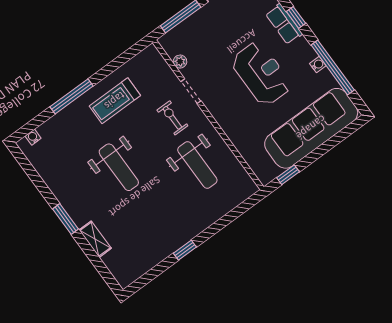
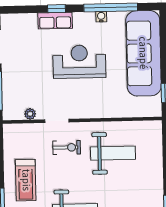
exercise bike: (172, 118) -> (67, 147), turned 180

